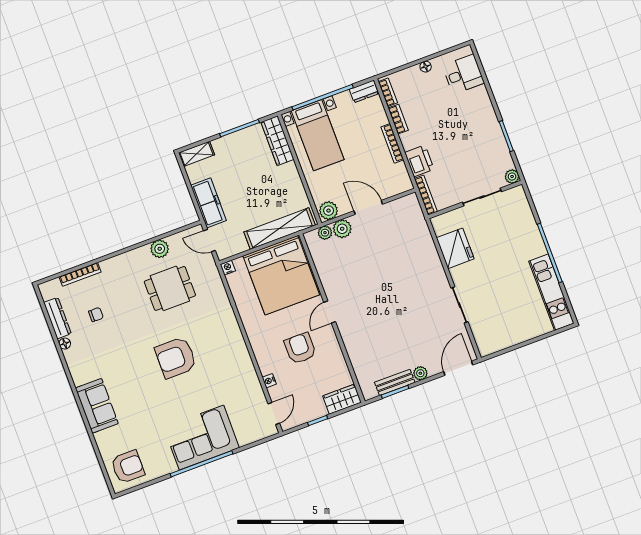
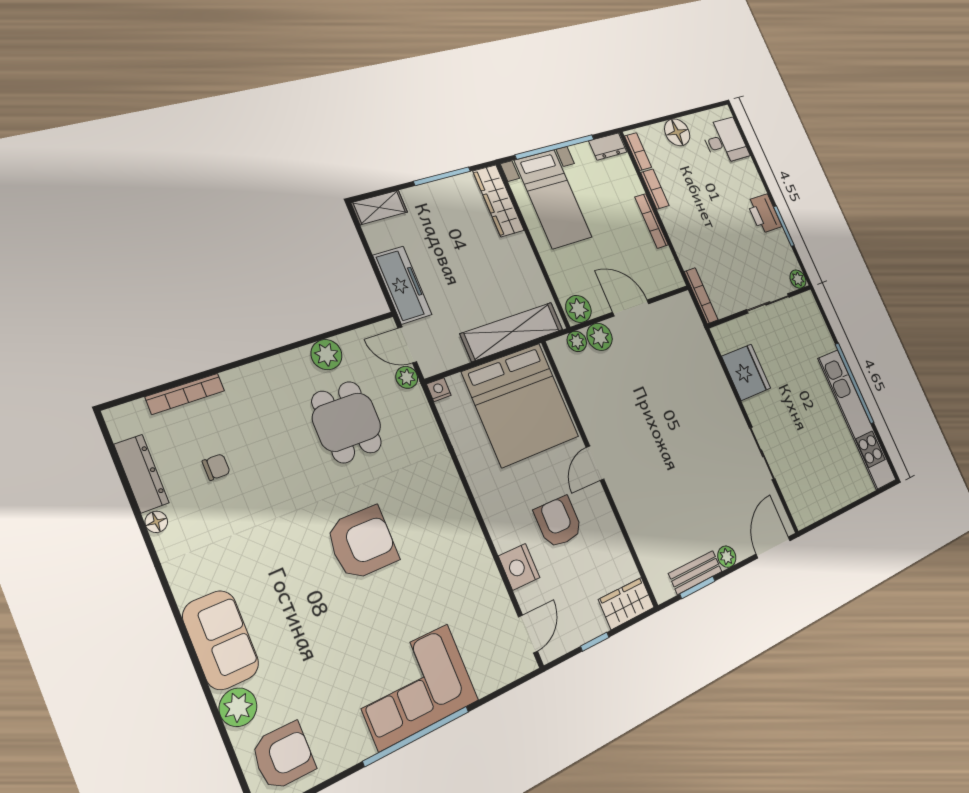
floor lamp: (426, 67) -> (677, 132), width x1.89, depth x1.89
printer: (419, 161) -> (764, 214), moved, turned 180
plant: (208, 261) -> (407, 377), added
dining table: (170, 288) -> (347, 422), turned 90
kitchen unit: (551, 292) -> (857, 419), width x1.36
armchair: (176, 358) -> (362, 543), turned 180
nightstand: (269, 381) -> (519, 567), width x1.89, depth x1.79
plant: (105, 440) -> (238, 707), added

